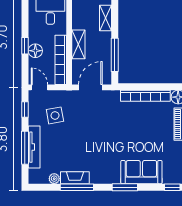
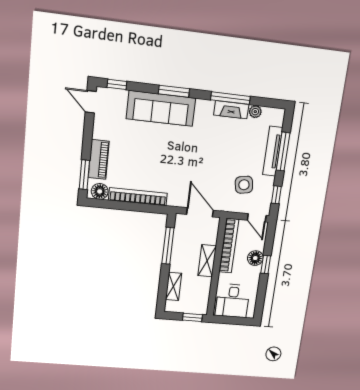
door: (90, 87) -> (200, 212), swing flipped
sofa: (141, 172) -> (161, 108), width x1.36

